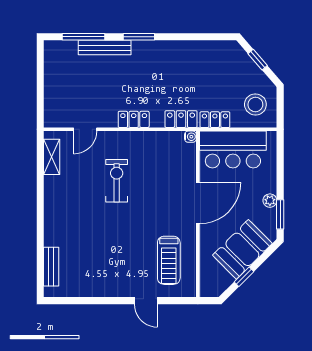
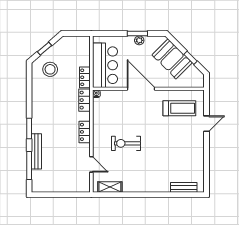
stool: (255, 104) -> (50, 69), moved
window: (280, 214) -> (137, 33), moved

